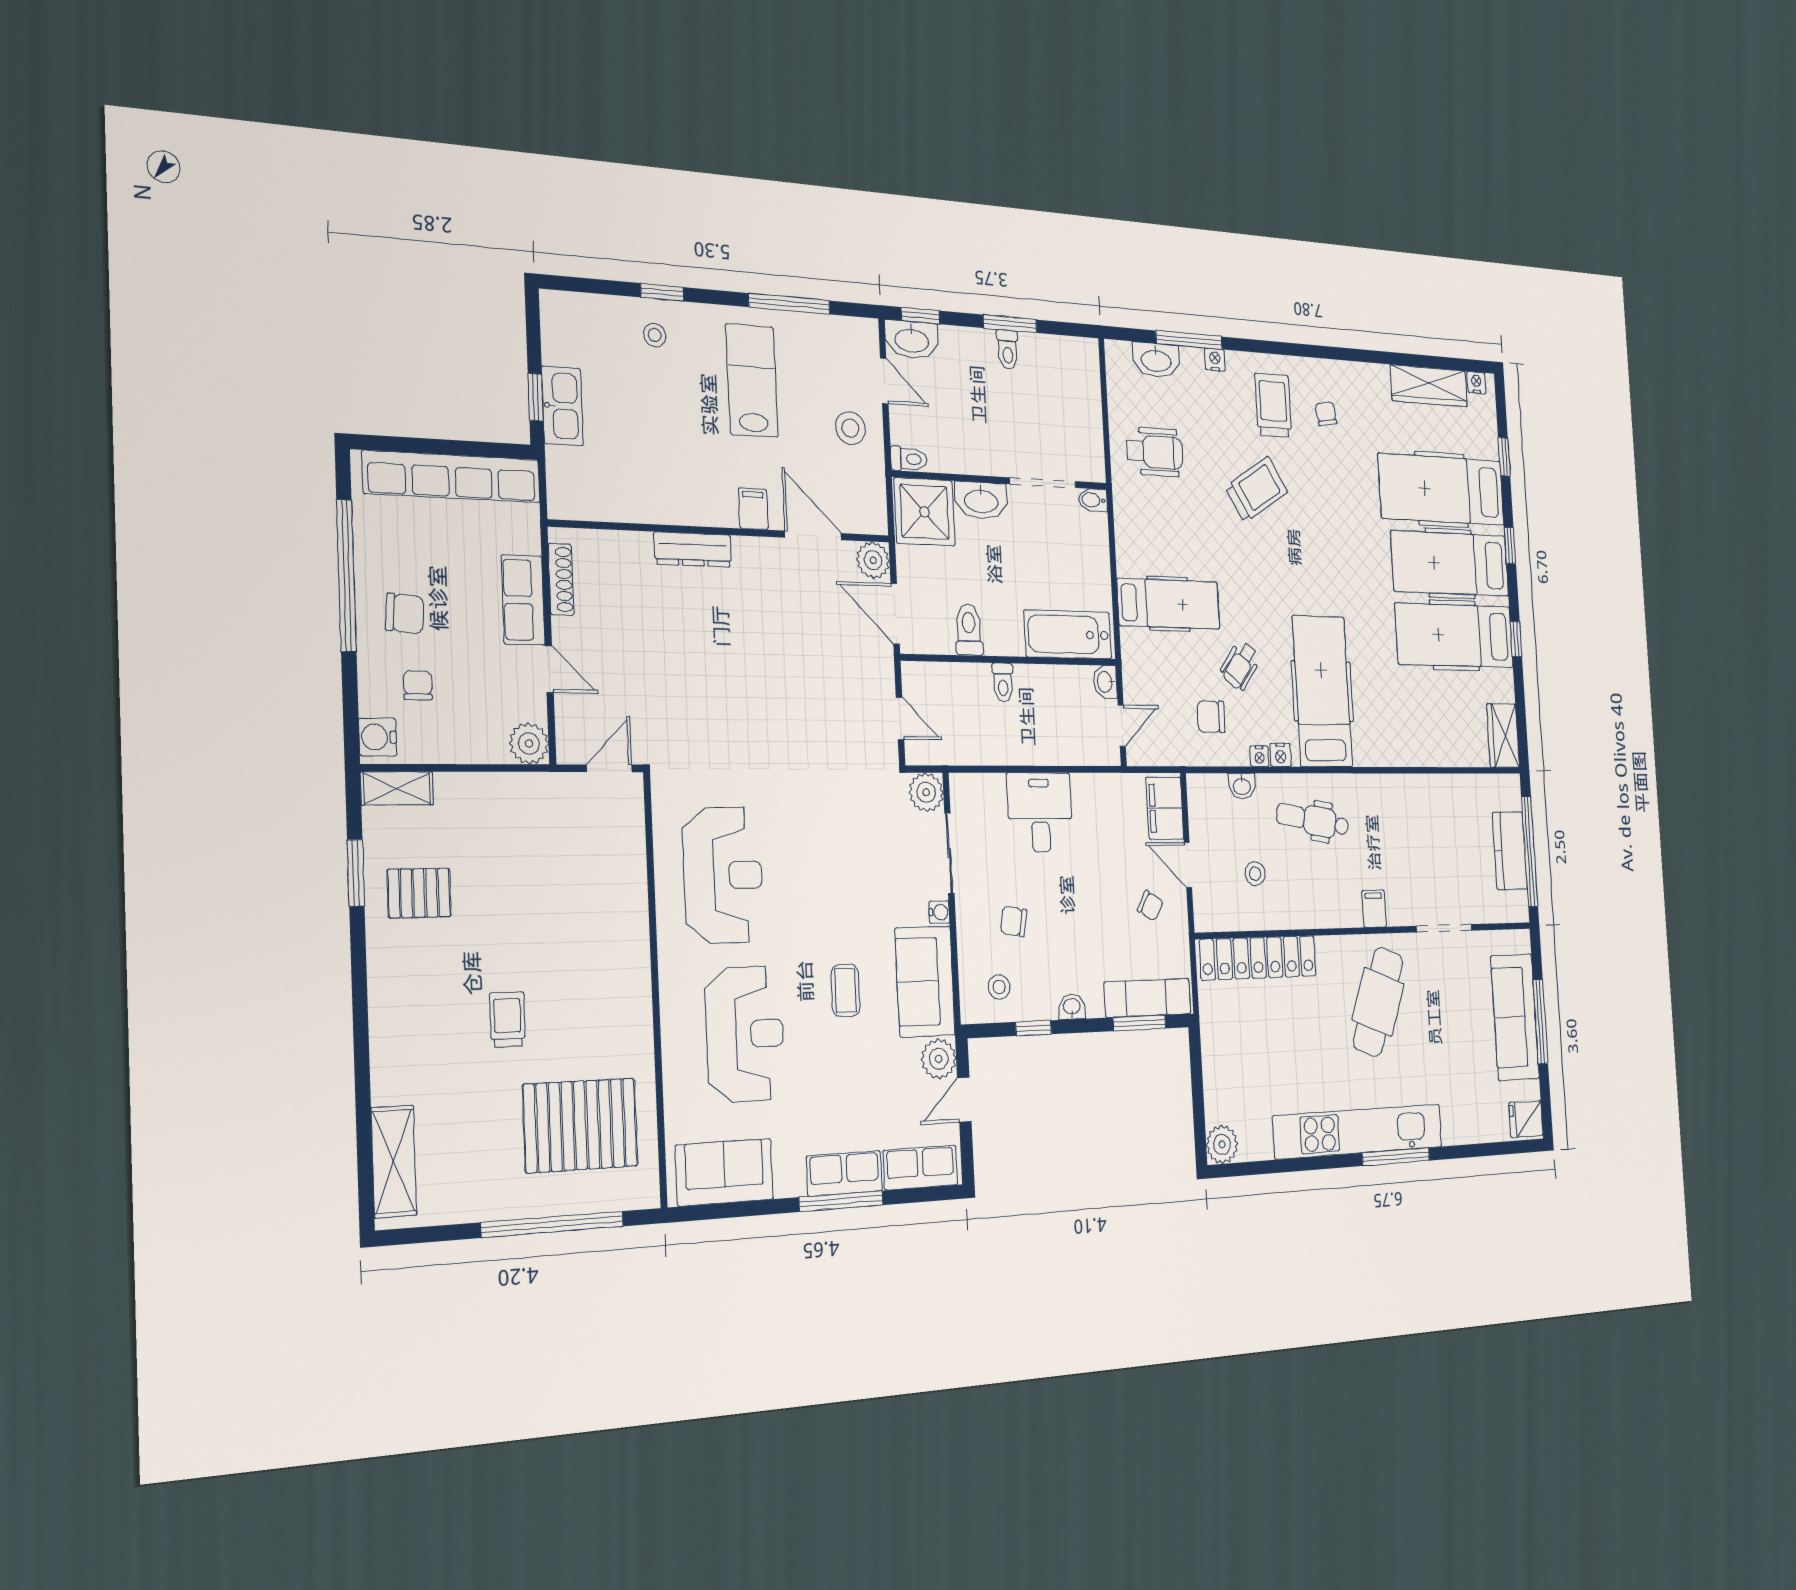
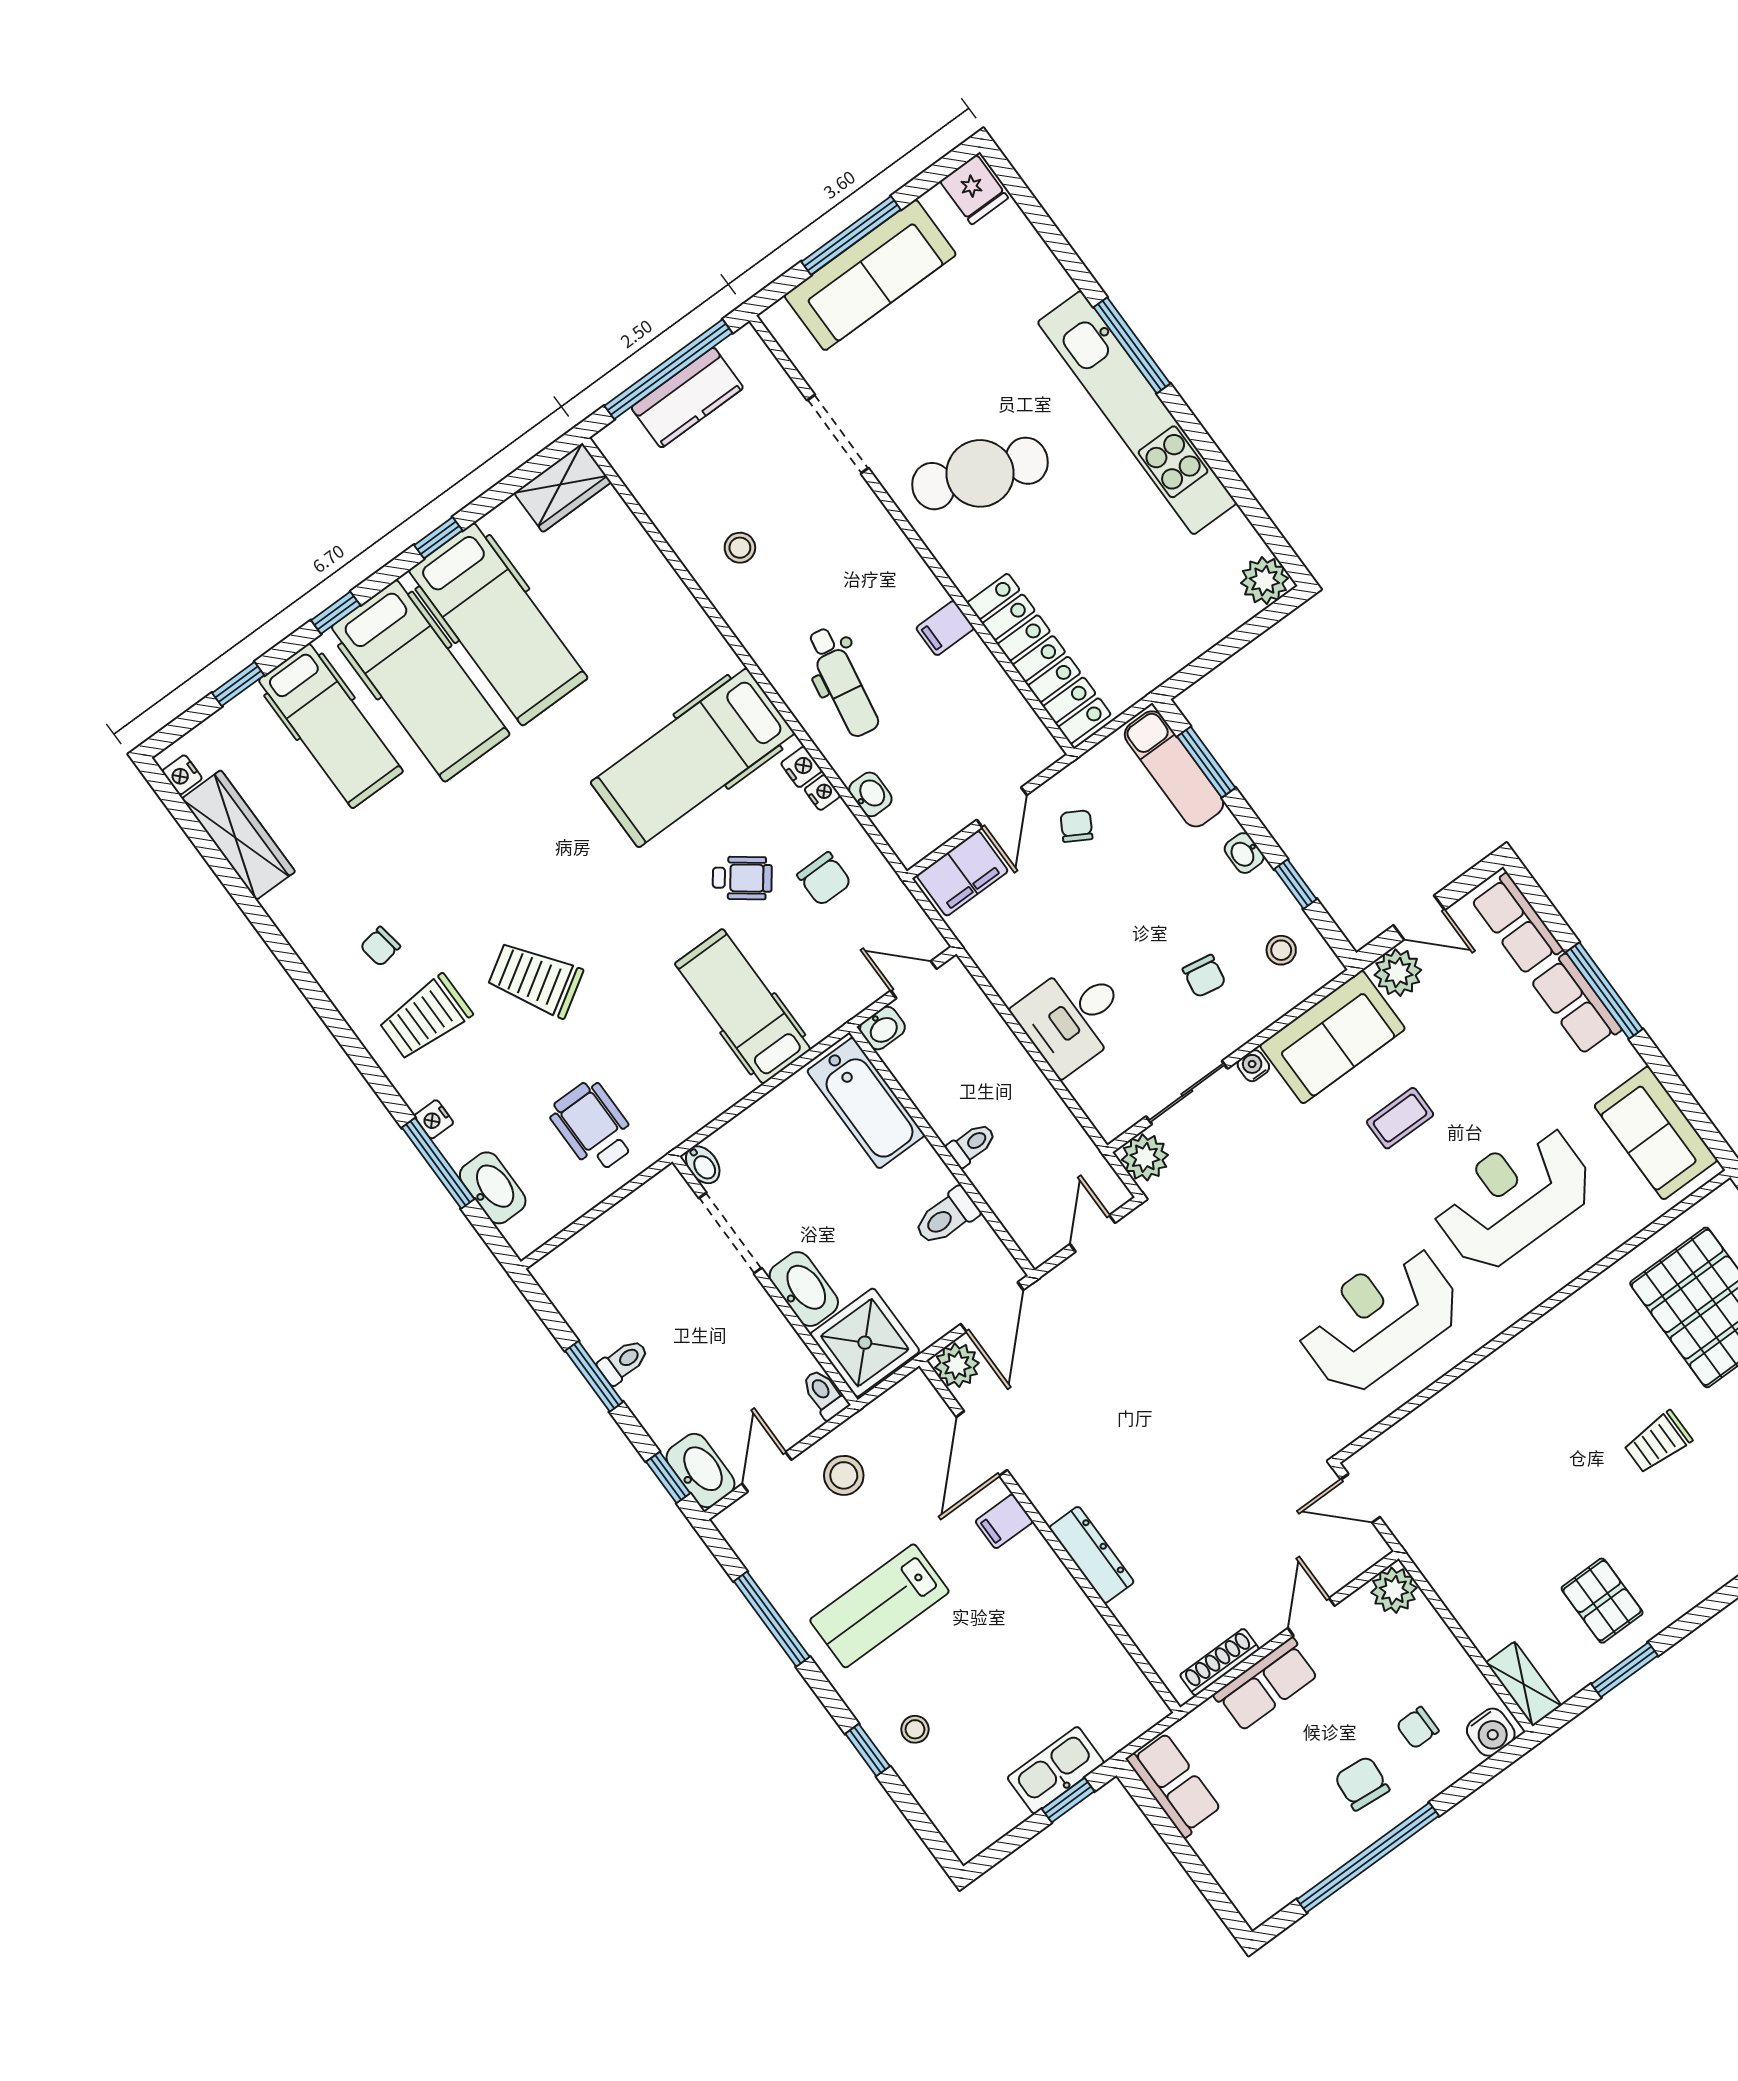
row of seats: (452, 477) -> (1174, 1785), width x0.50
hospital bed: (1442, 489) -> (331, 726), width x0.73, depth x0.78
stool: (1255, 874) -> (740, 548), moved
filing cabinet: (1374, 909) -> (945, 628), moved

